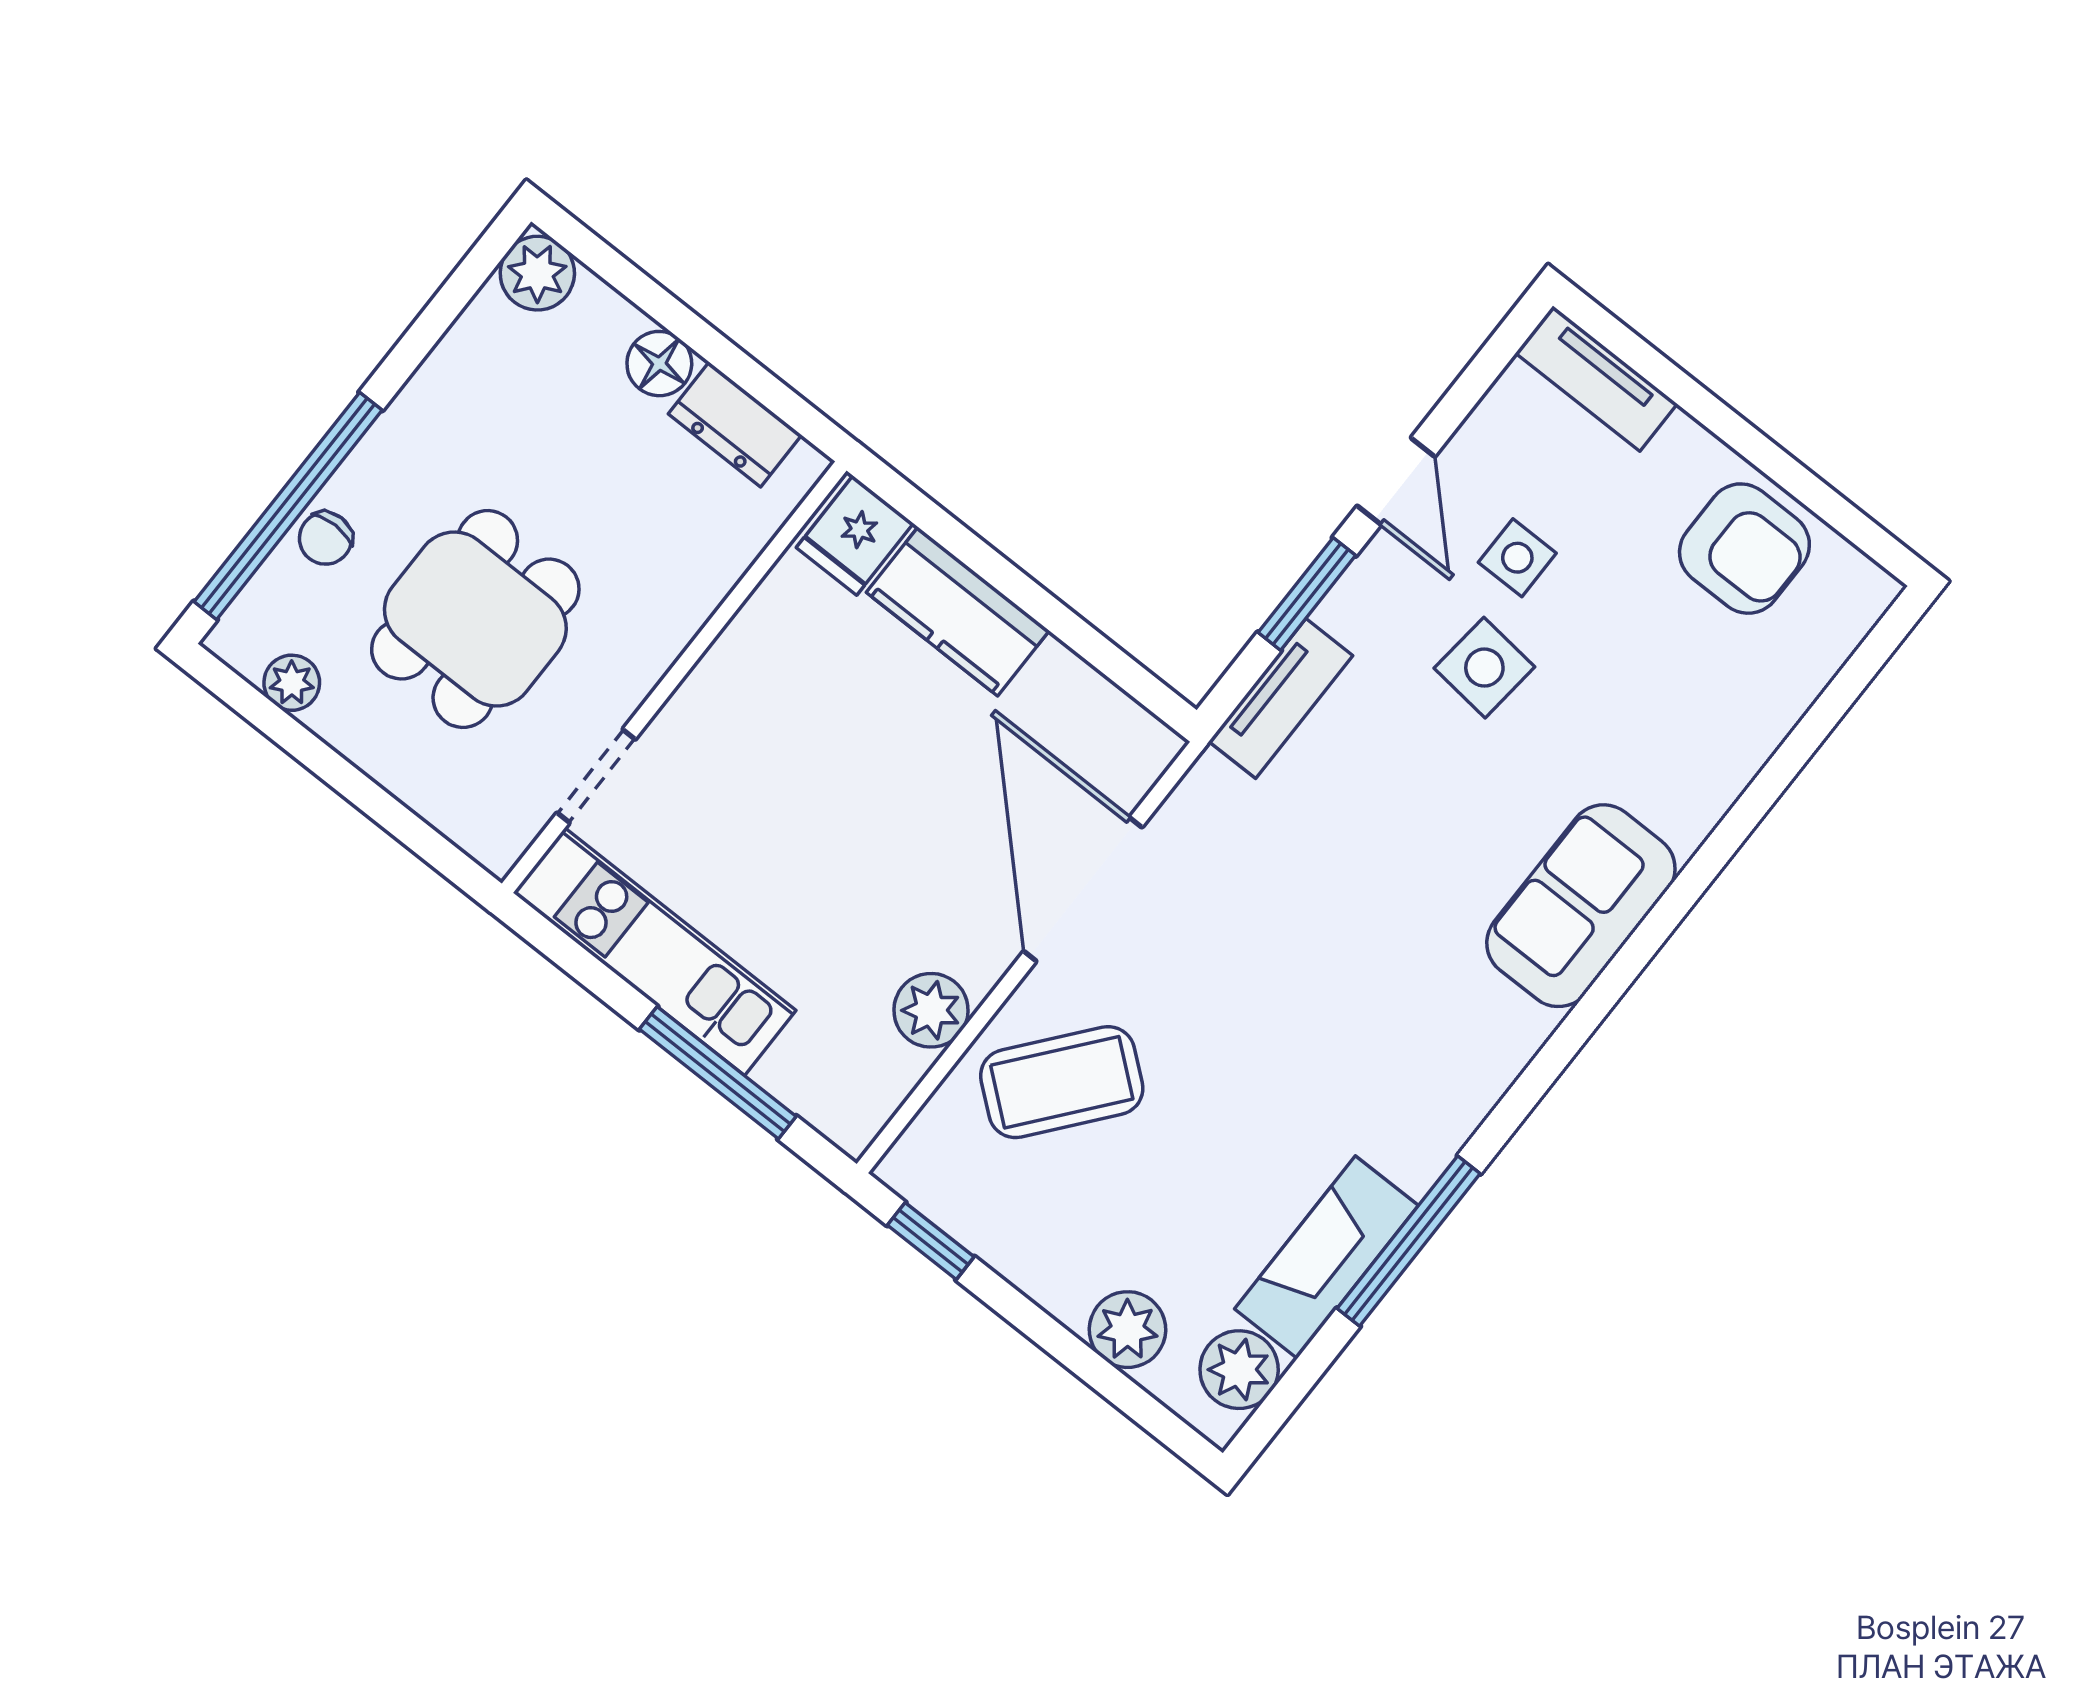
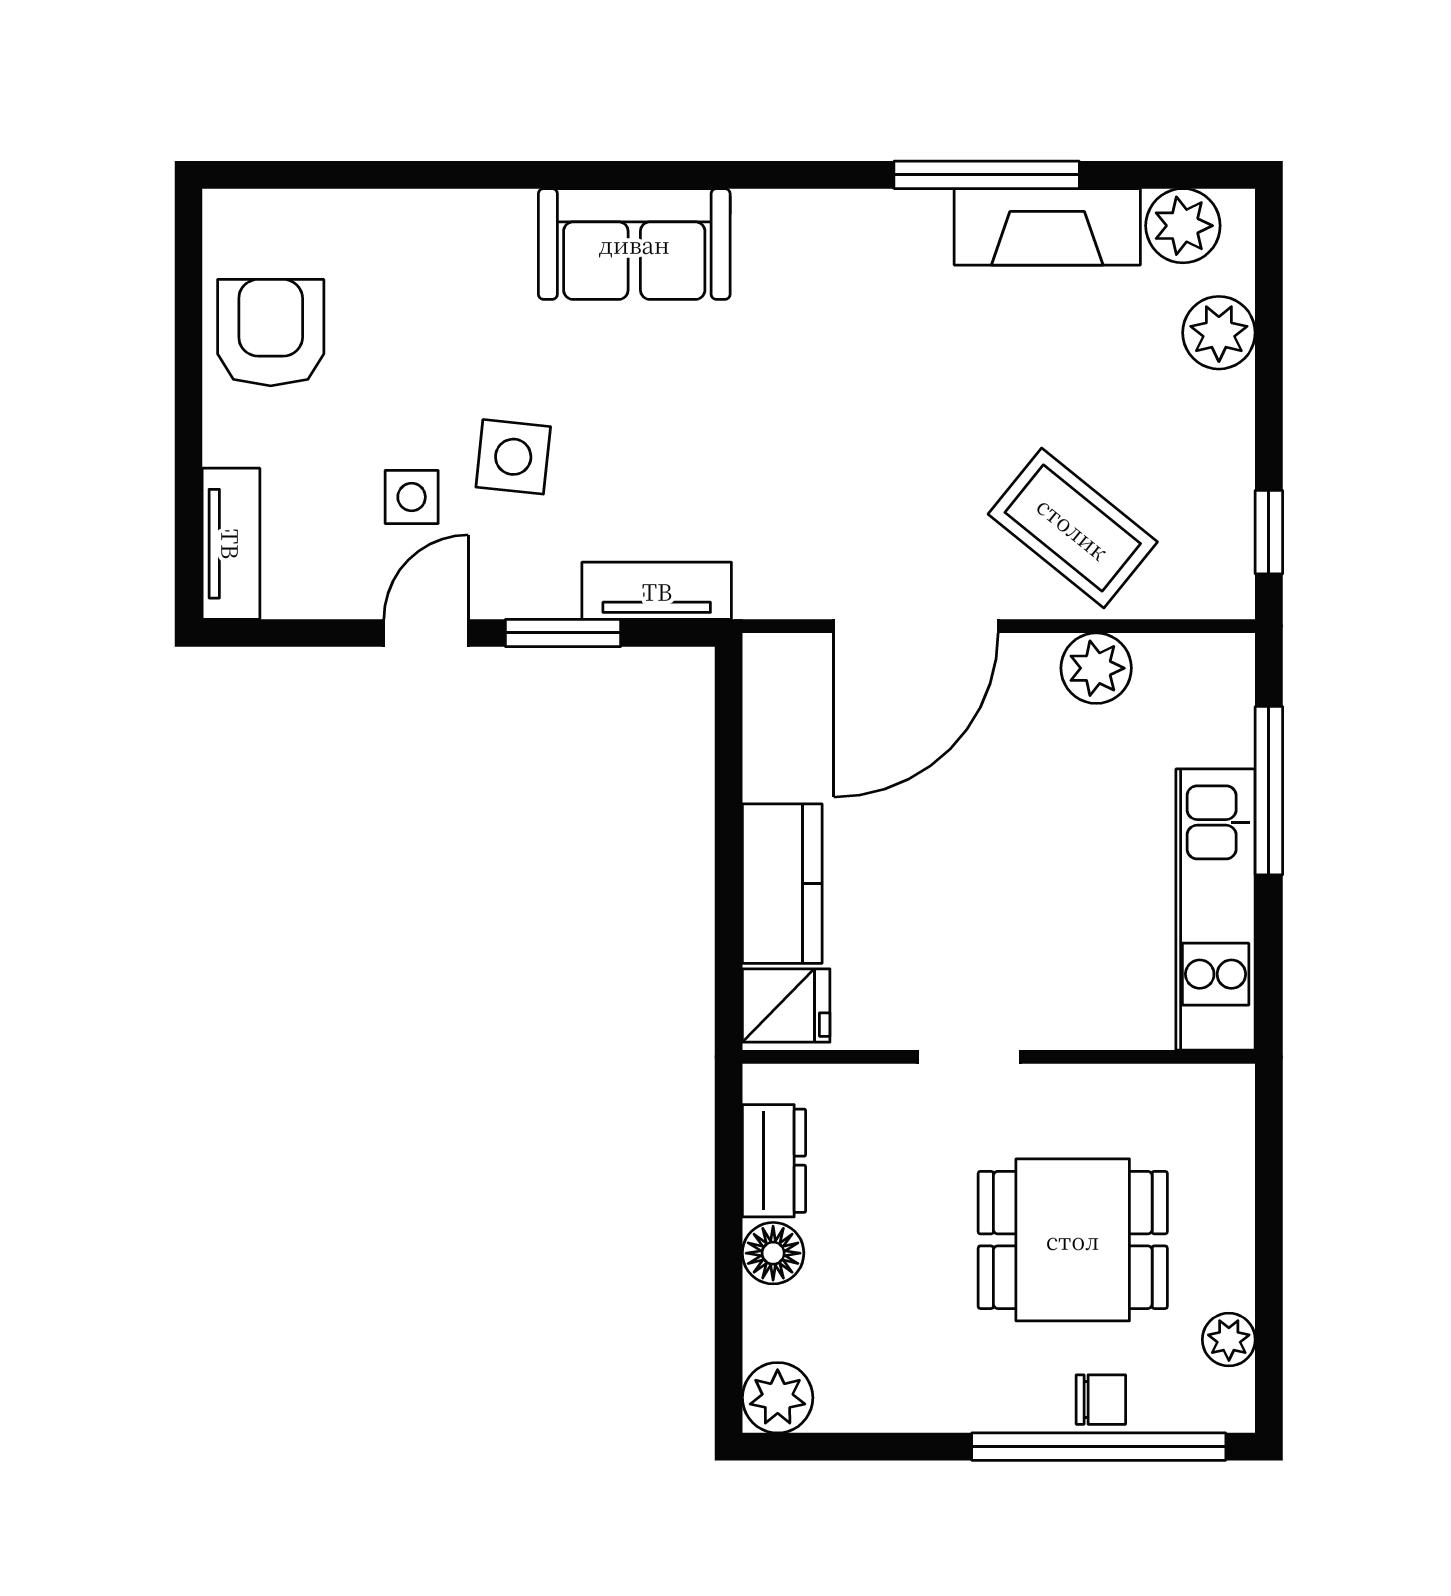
doorway: (596, 776) -> (969, 1057), moved

